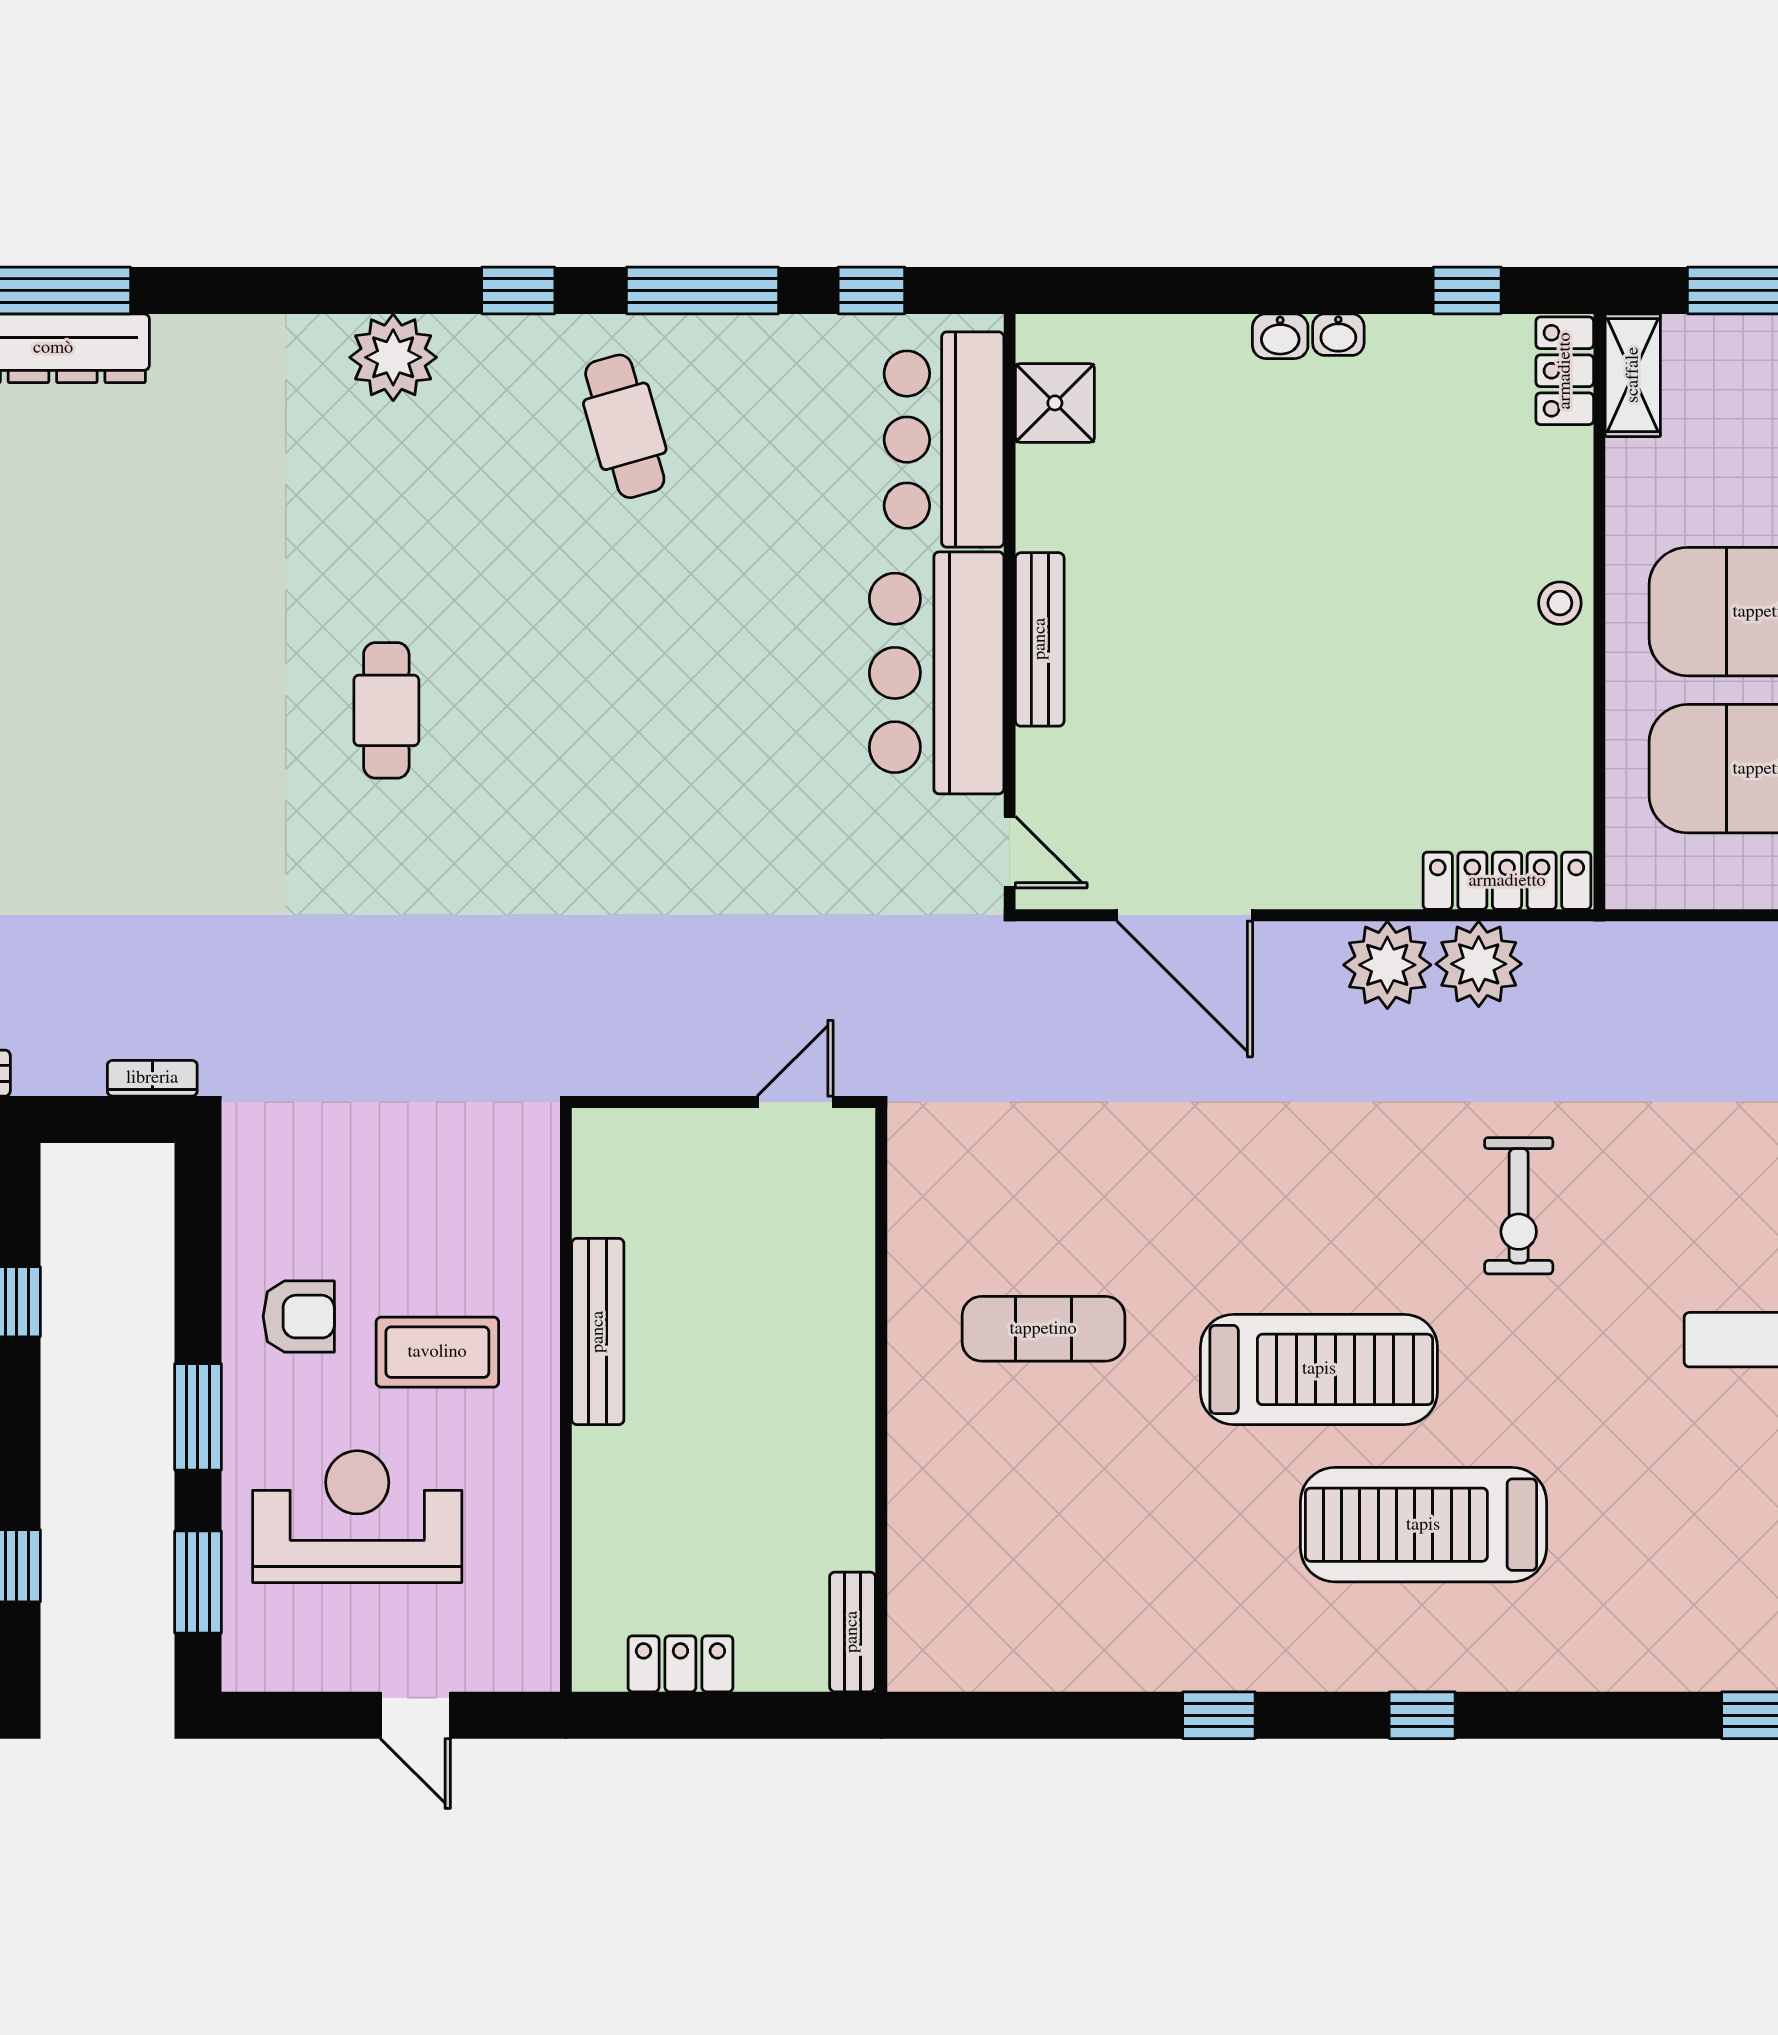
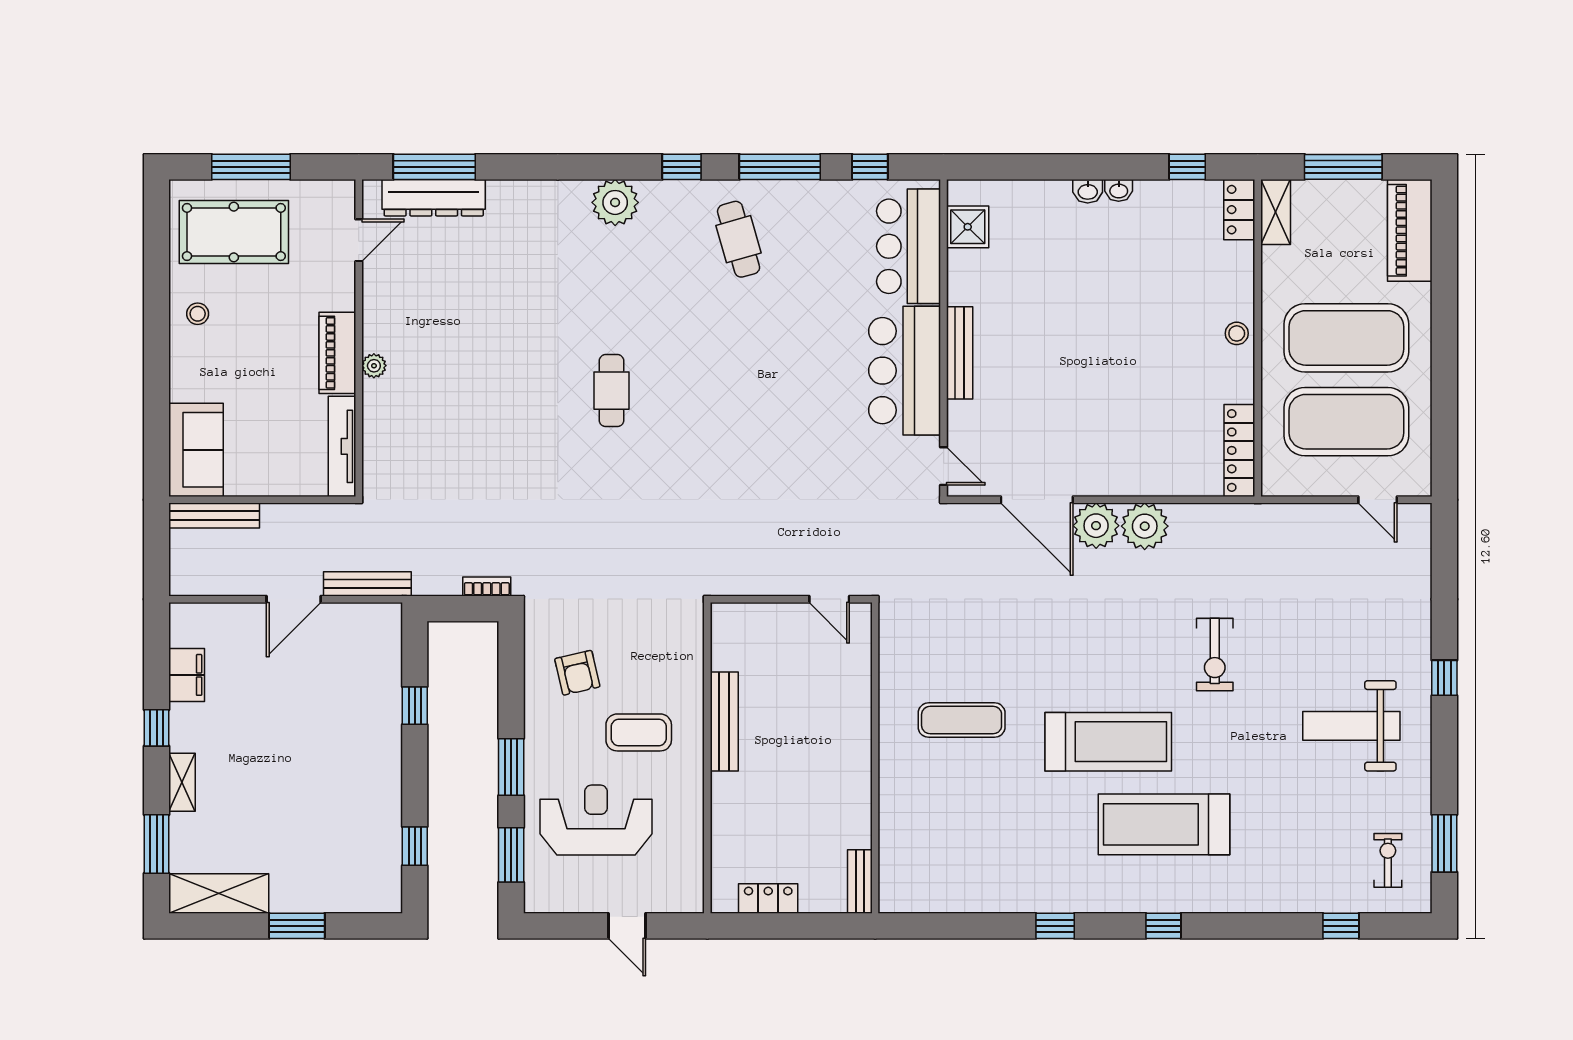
locker: (1507, 881) -> (1239, 450), moved, turned -90
plant: (1479, 964) -> (1096, 526), moved
door: (795, 1102) -> (829, 599), swing flipped
armchair: (299, 1317) -> (577, 673), moved, turned 77

